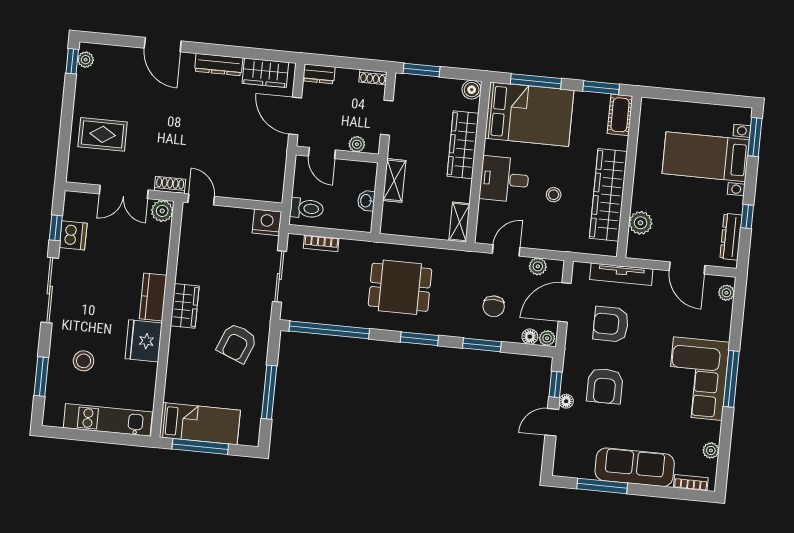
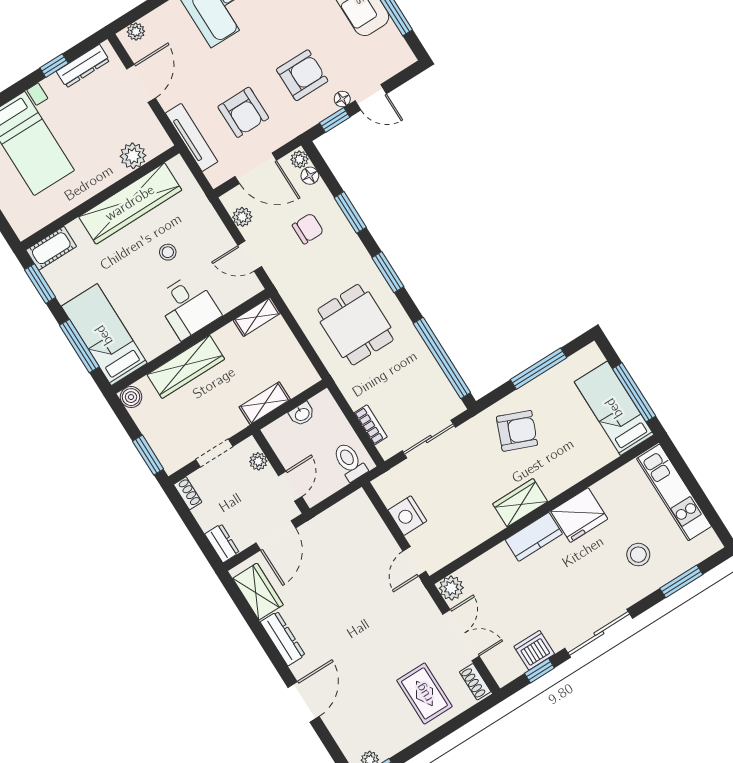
bed: (529, 114) -> (104, 335), width x0.67
shoe rack: (170, 185) -> (475, 682), moved
nightstand: (267, 222) -> (407, 516), moved

